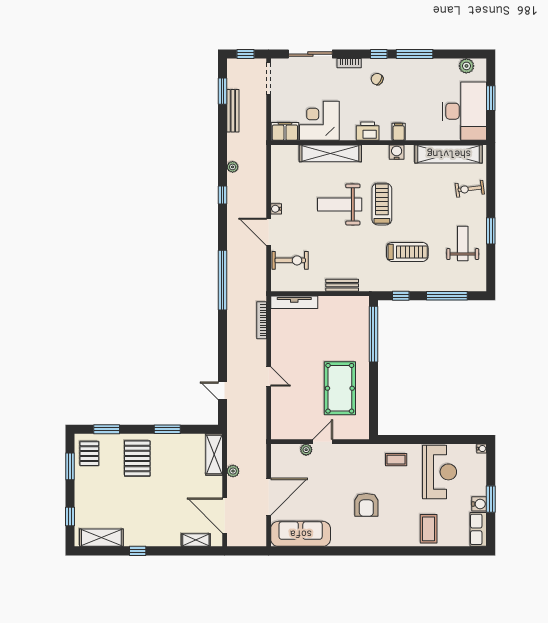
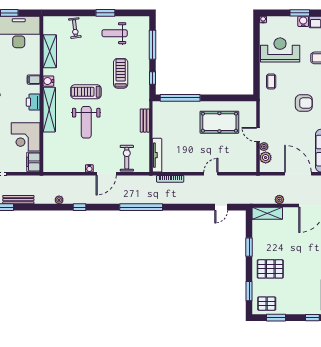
shelving: (330, 153) -> (49, 110), moved
shelving: (449, 154) -> (50, 51), width x0.68
plant: (291, 452) -> (266, 158), added

